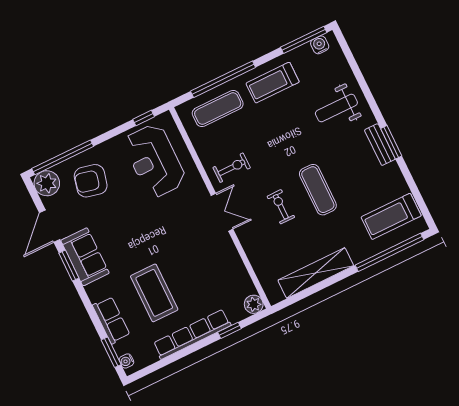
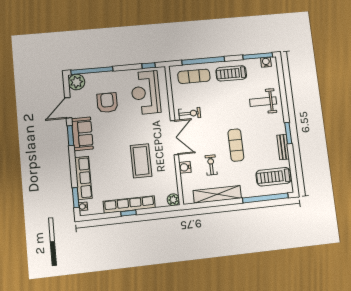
bench: (380, 145) -> (283, 147), moved
armchair: (91, 181) -> (107, 103), moved, turned 77
exercise bike: (281, 207) -> (211, 165), moved
double door: (222, 212) -> (174, 138), width x1.37
water cooler: (254, 251) -> (185, 167), added
coffee table: (154, 293) -> (141, 161), moved
row of seats: (111, 320) -> (83, 178), width x1.48
window: (230, 330) -> (128, 213), moved

